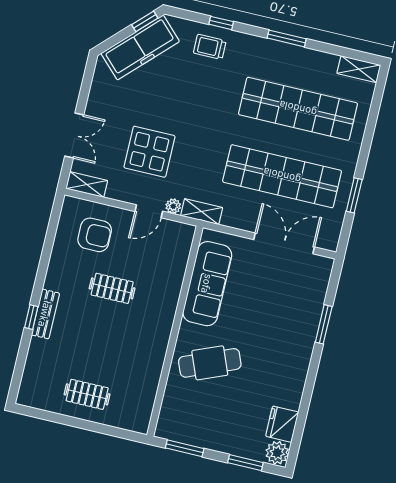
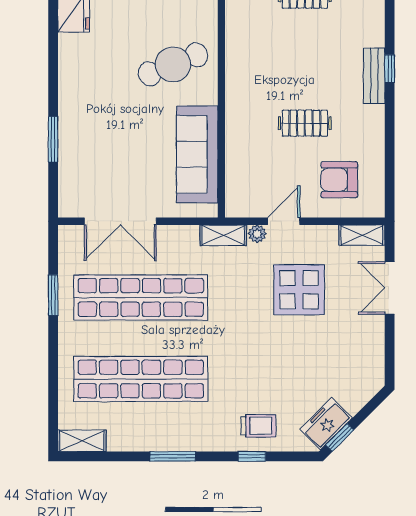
freezer: (140, 47) -> (326, 424), width x0.52, depth x0.79

